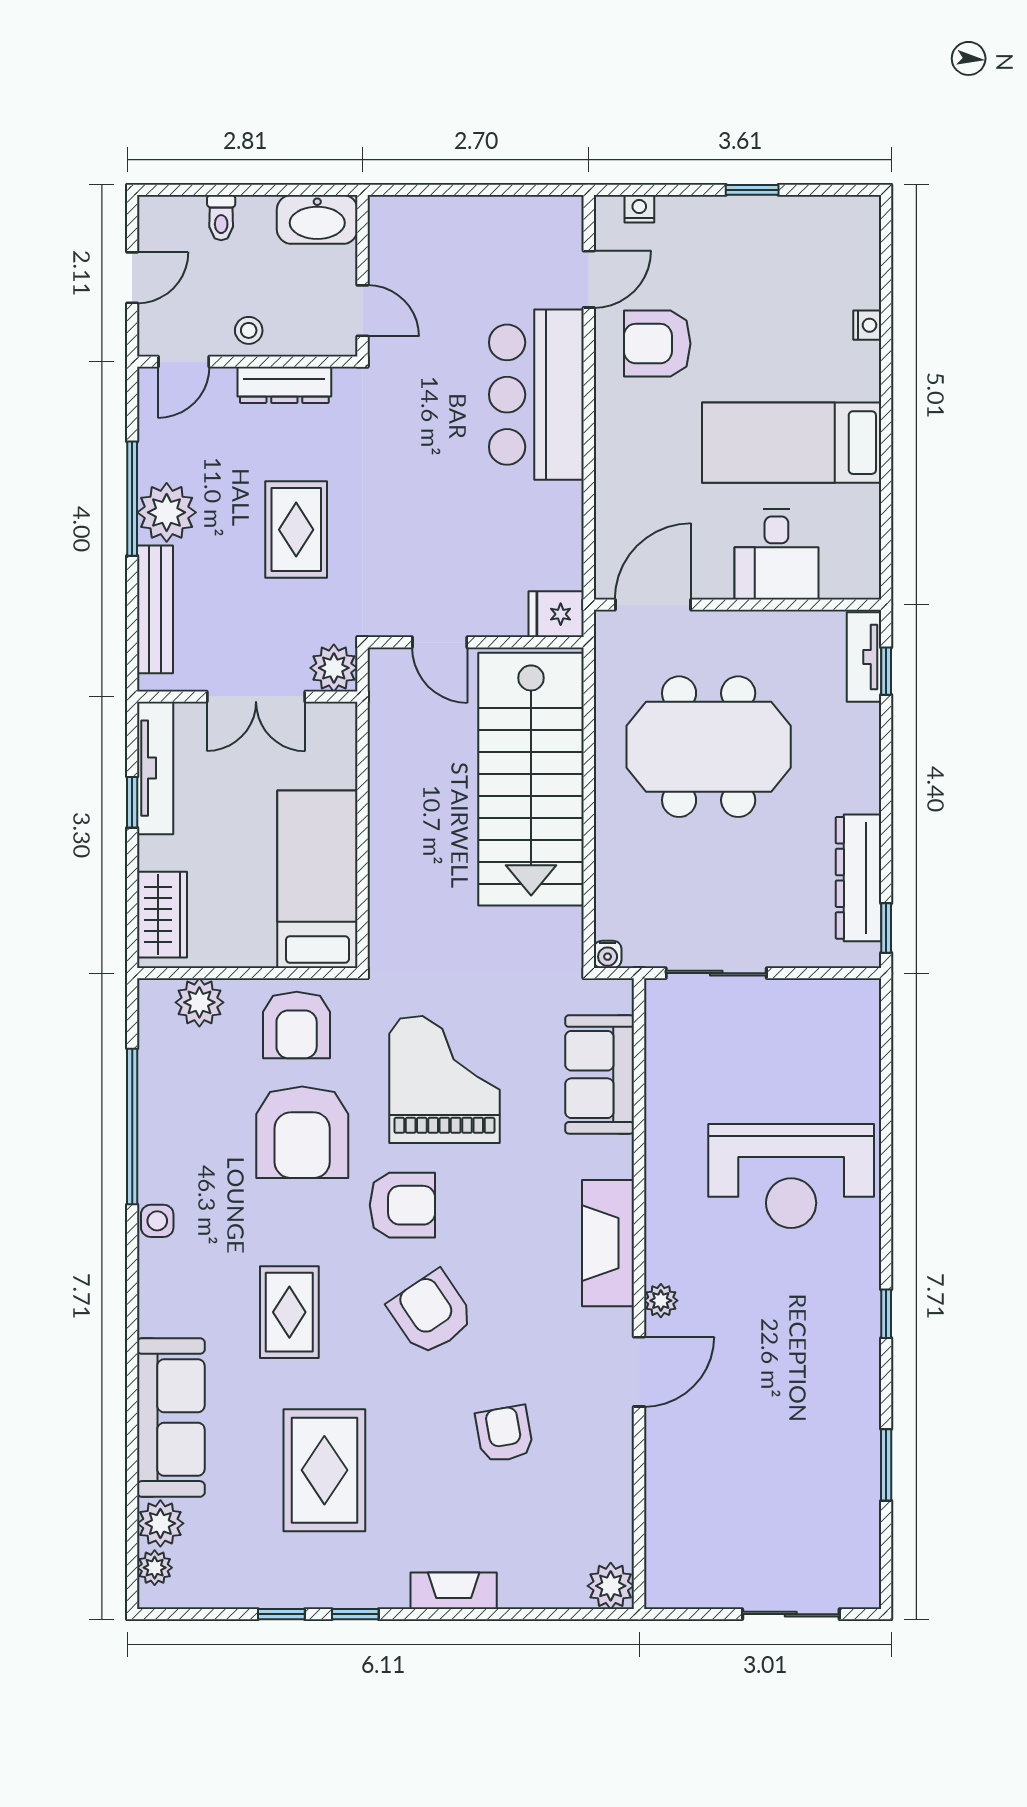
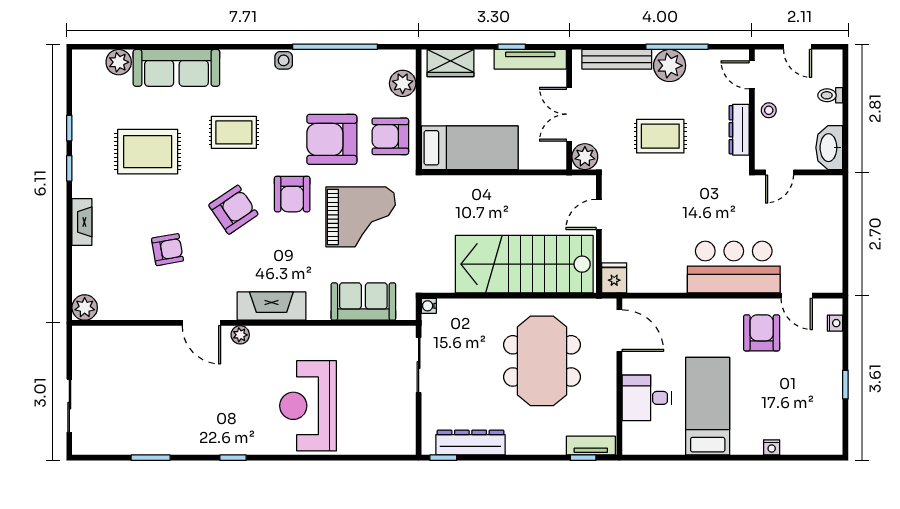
plant: (155, 1568) -> (95, 59), removed

